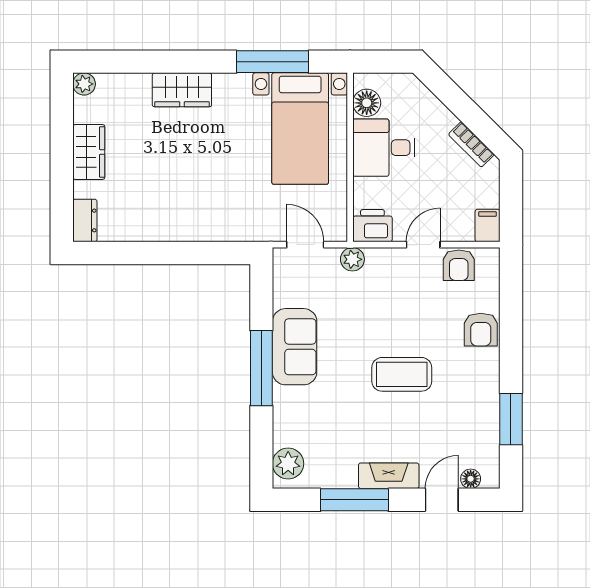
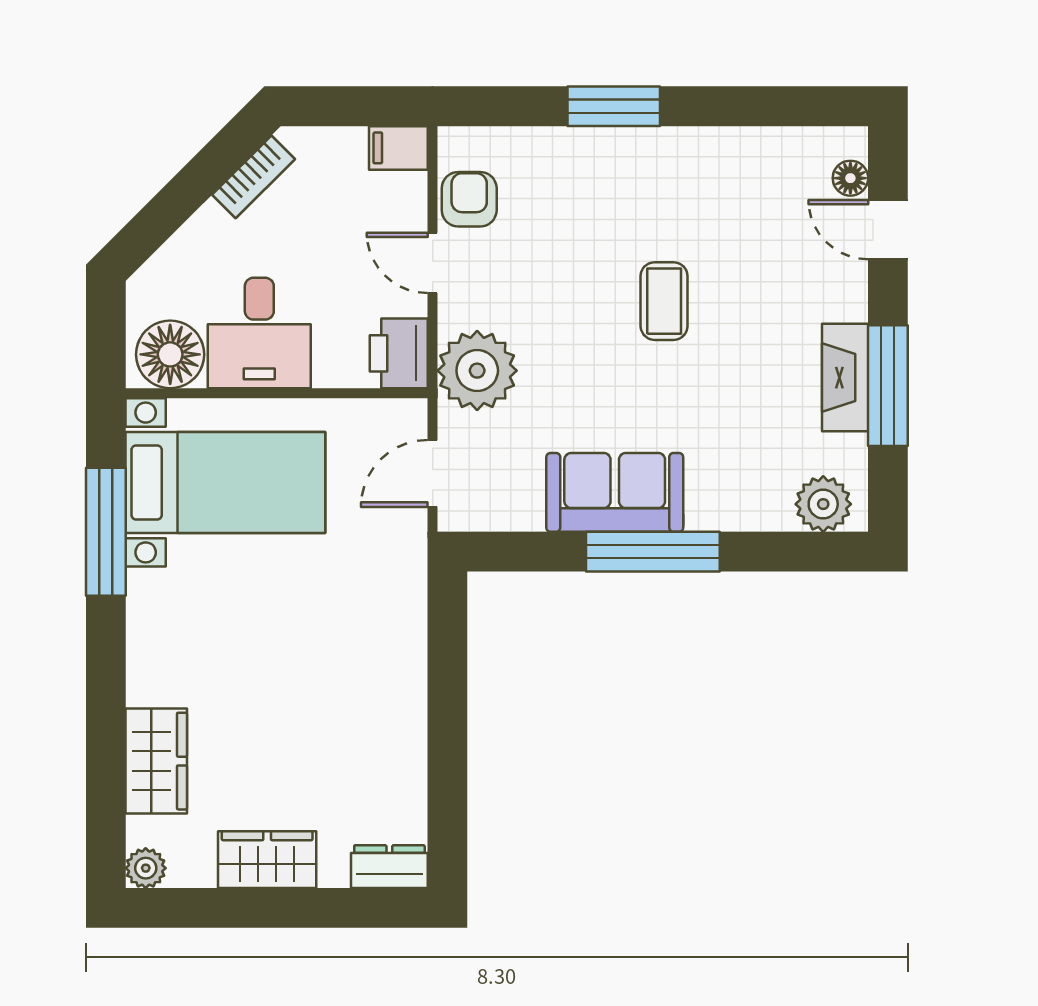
wardrobe: (182, 90) -> (156, 761), moved
floor lamp: (367, 103) -> (170, 354), width x1.38, depth x1.38
plant: (352, 259) -> (477, 371), width x1.87, depth x1.87
armchair: (459, 265) -> (469, 199), turned -90
armchair: (481, 330) -> (584, 160), removed
coffee table: (402, 374) -> (664, 301), width x0.73, depth x0.77
window: (511, 419) -> (614, 106), moved
fireplace: (389, 476) -> (845, 378), moved

